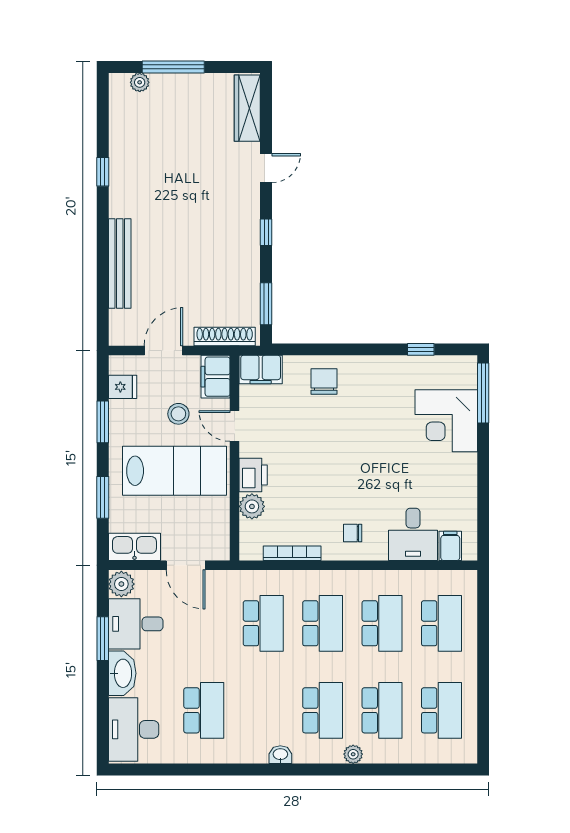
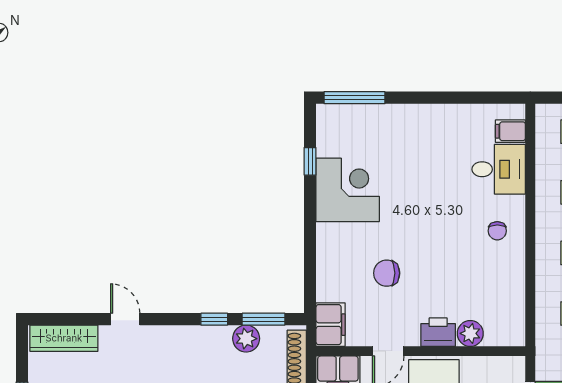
window: (266, 232) -> (214, 319), moved
plant: (247, 287) -> (246, 339), added
chair: (324, 381) -> (387, 273), moved
corner desk: (446, 421) -> (348, 190), moved, turned -90
bookcase: (292, 553) -> (518, 292), removed

